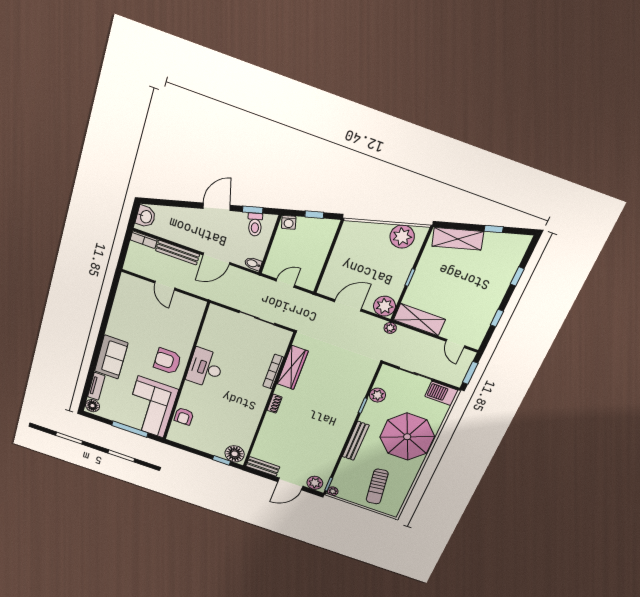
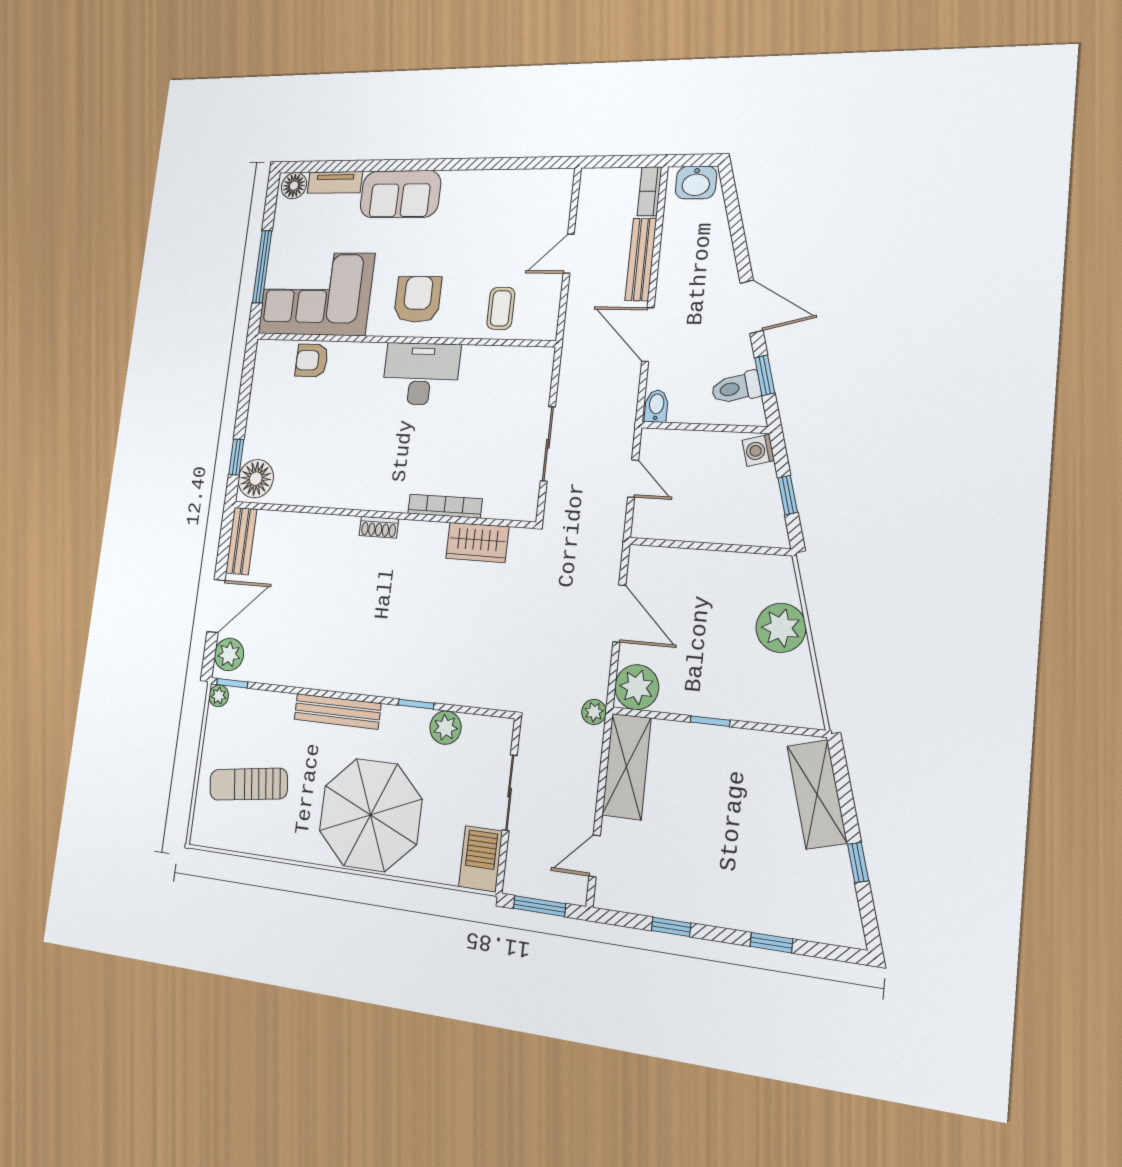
plant: (402, 237) -> (781, 628), moved
coffee table: (183, 324) -> (501, 308), added
wardrobe: (293, 368) -> (477, 542), width x0.67
door: (290, 484) -> (216, 606), swing flipped

